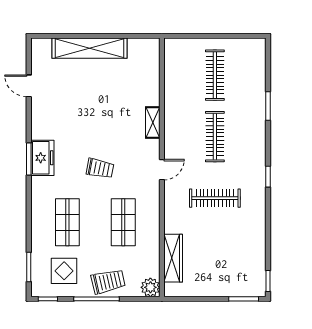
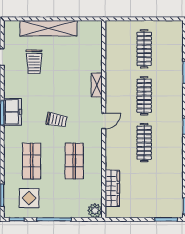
clothes rail: (215, 198) -> (144, 143), turned 90
trolley: (108, 281) -> (34, 62), moved, turned 103

